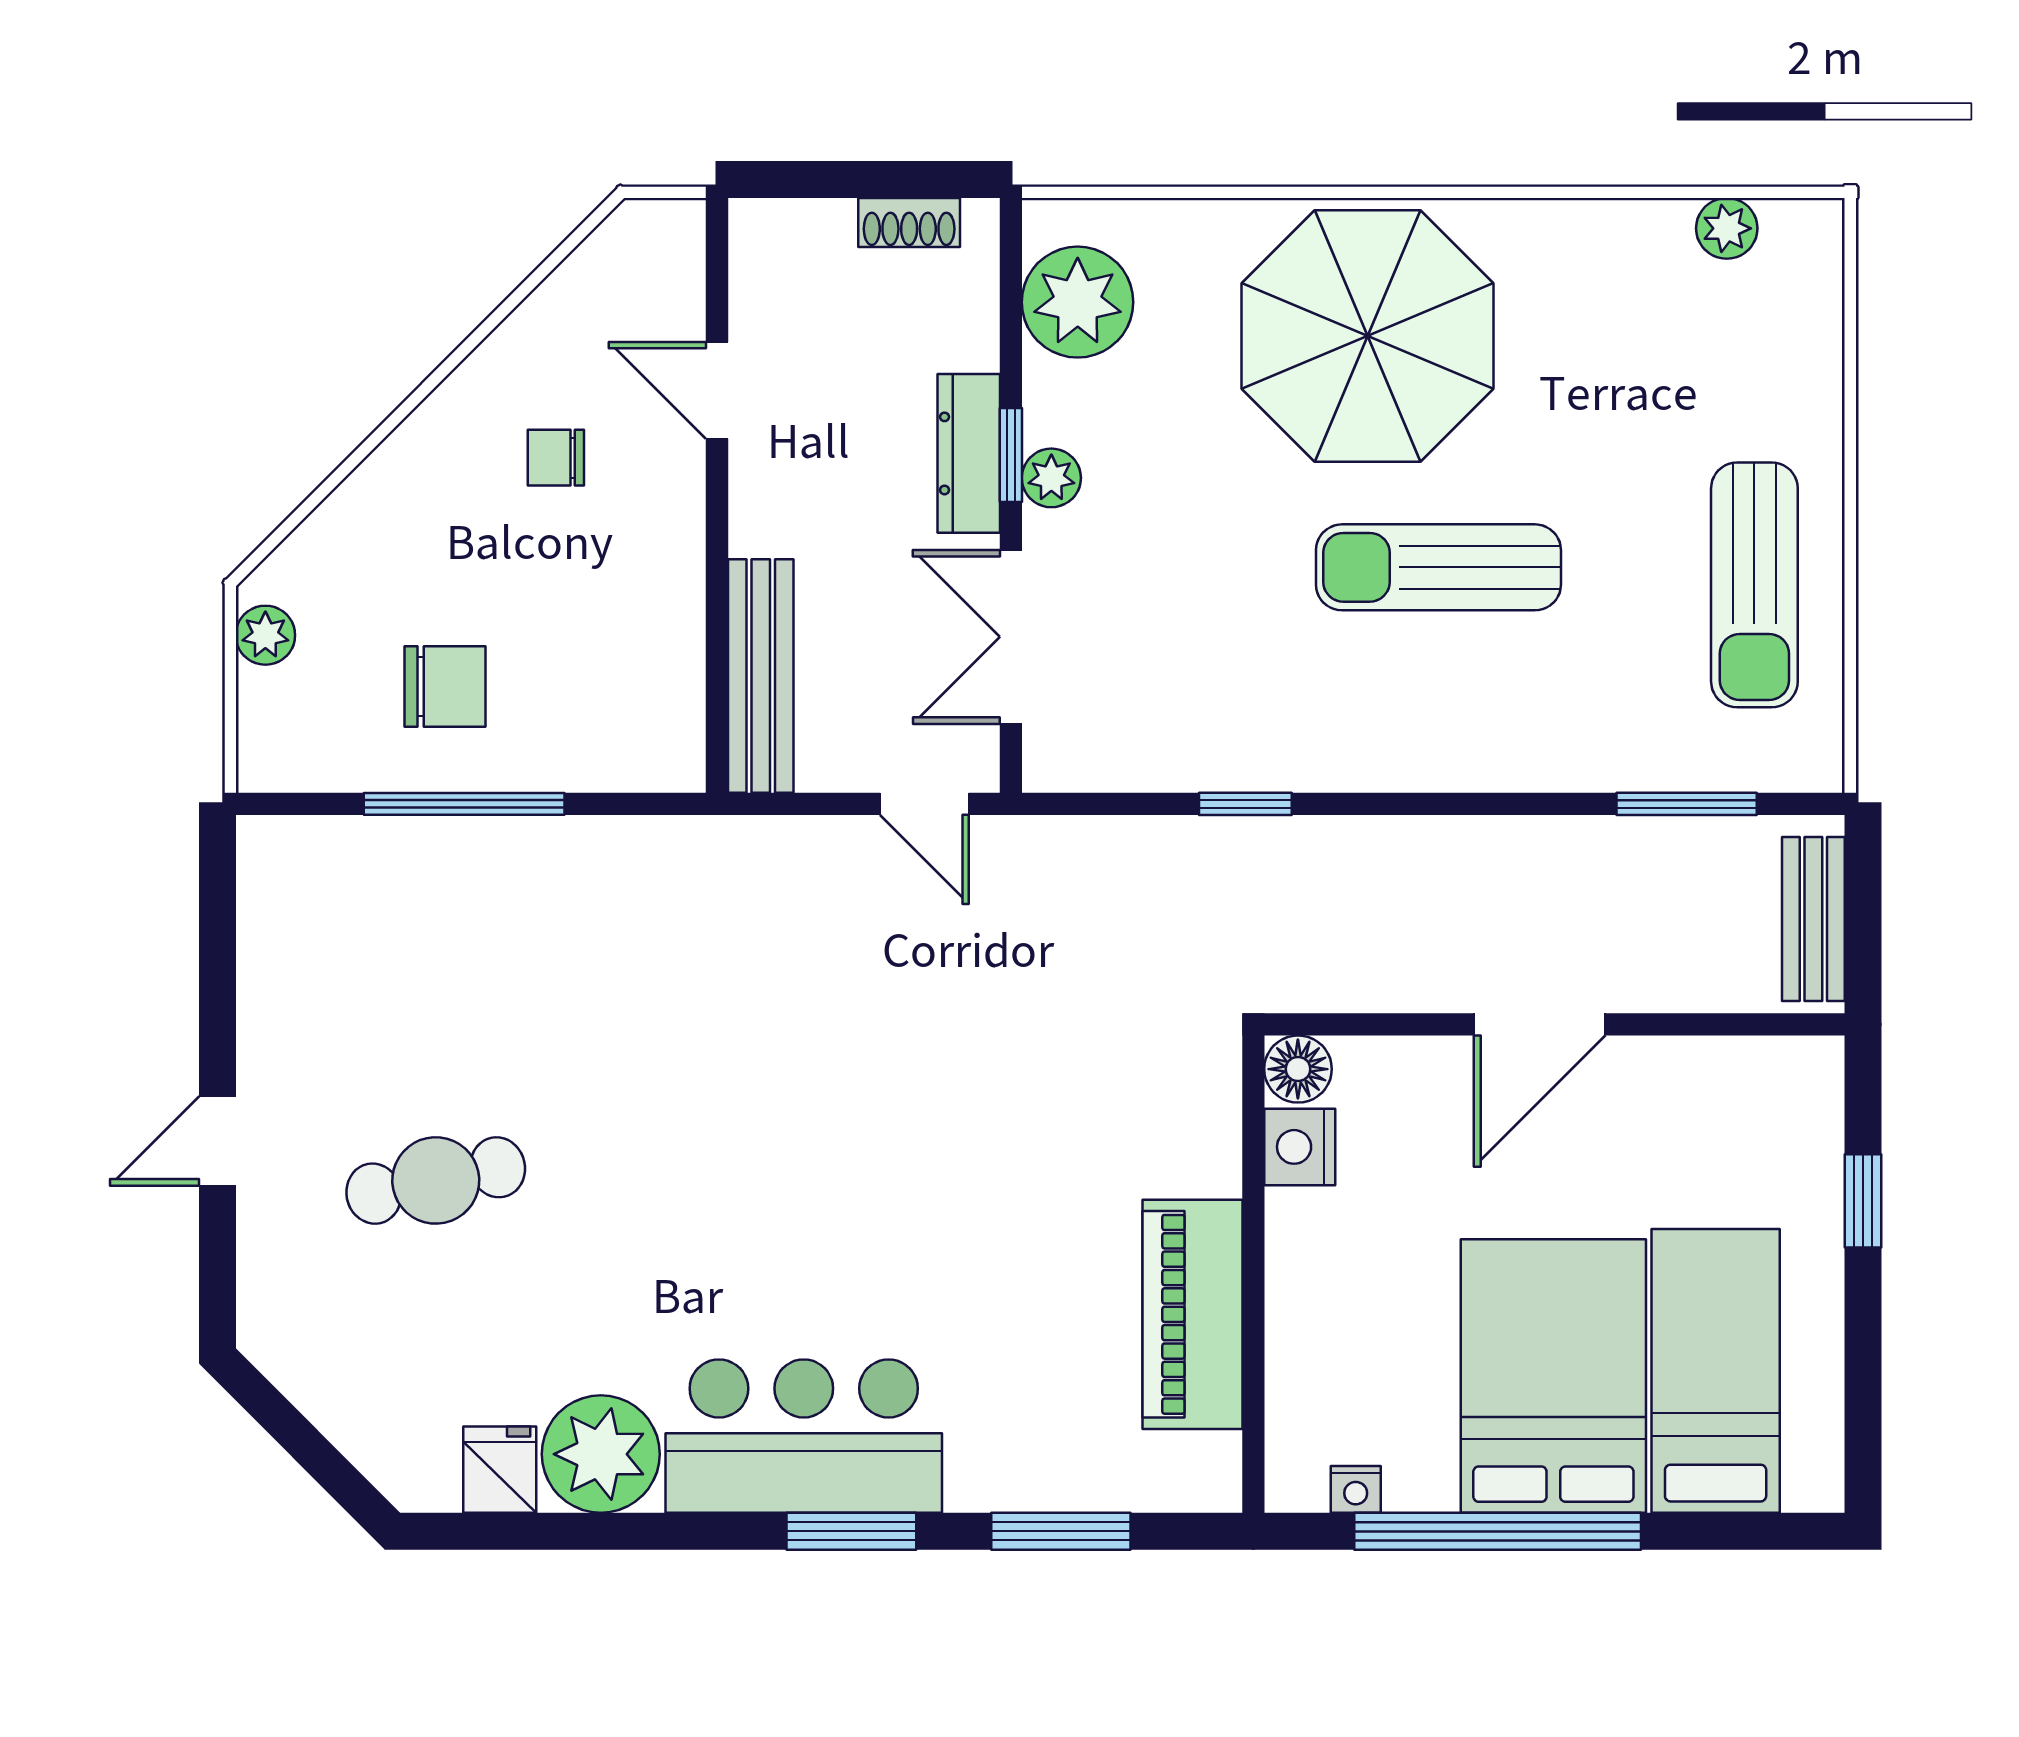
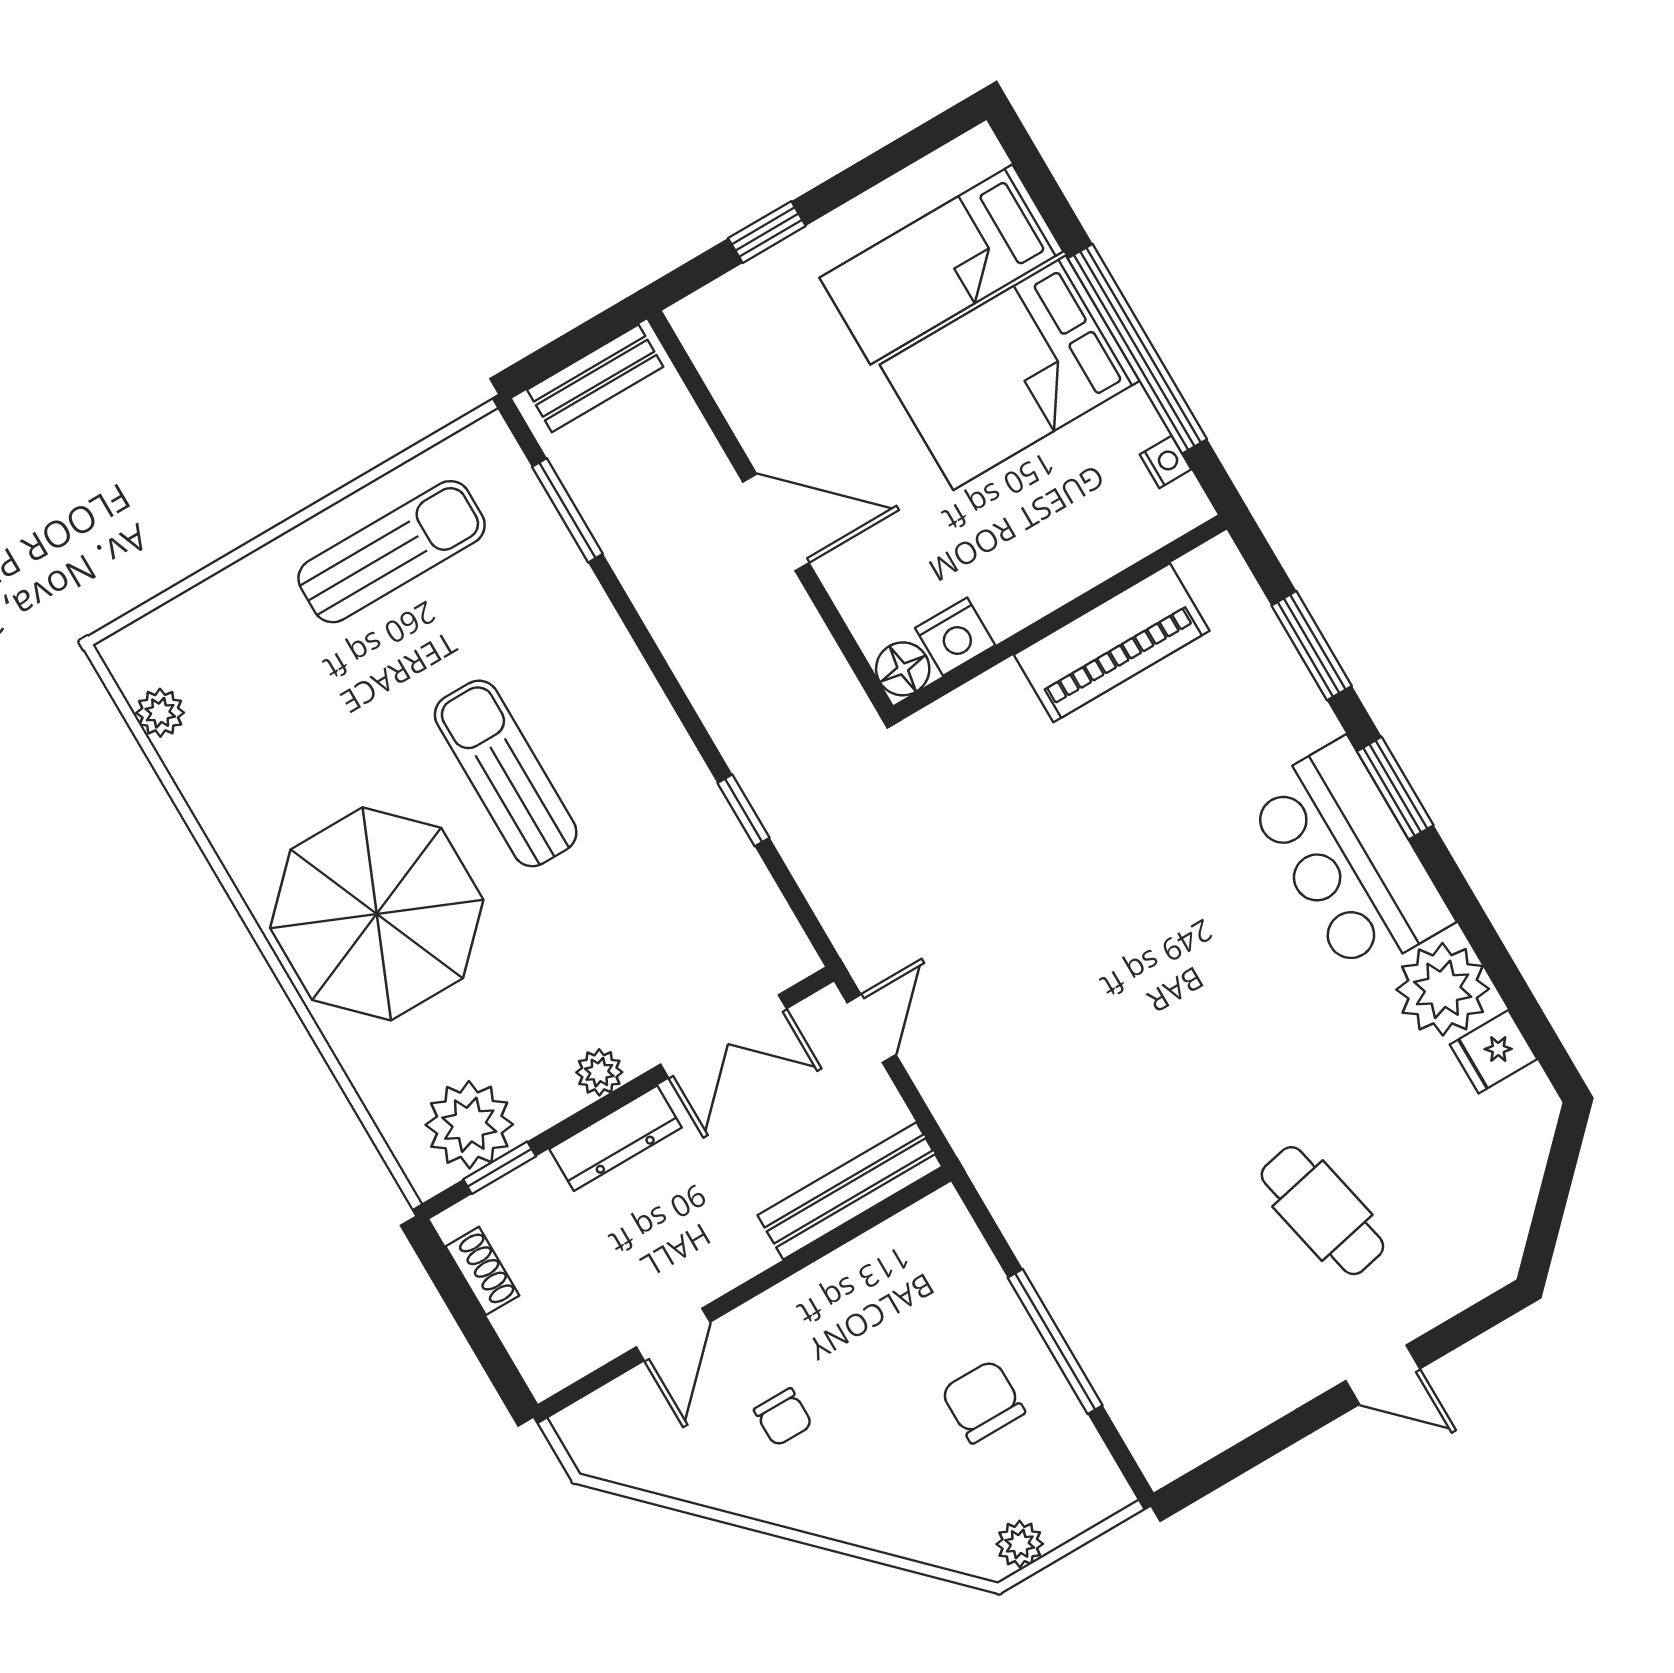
window: (1011, 455) -> (500, 1168), moved
sun lounger: (1438, 567) -> (506, 773), turned 180

